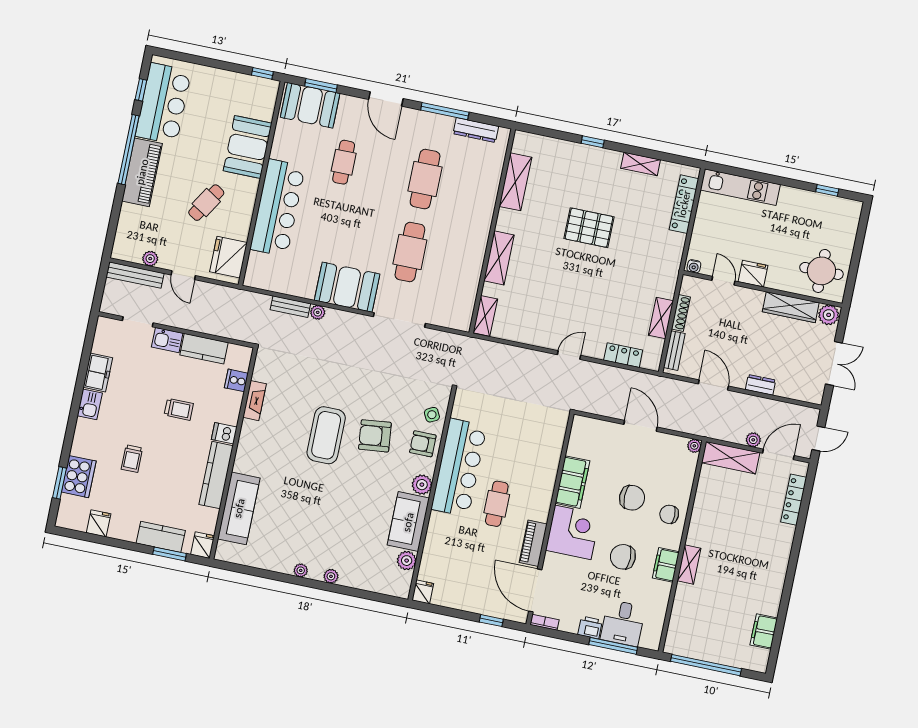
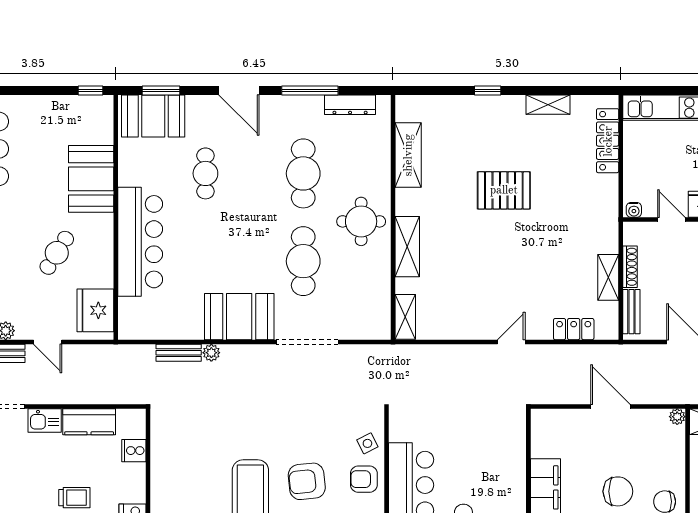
round table: (465, 229) -> (361, 221), added
fireplace: (255, 401) -> (160, 469), removed

